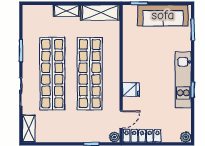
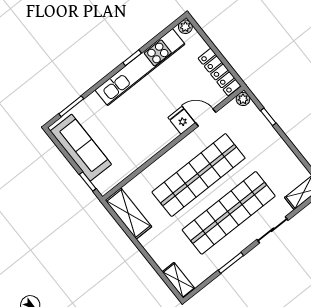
shelving: (67, 11) -> (179, 280), moved
kitchen unit: (183, 80) -> (140, 67), width x1.36
door: (121, 119) -> (206, 117), moved

